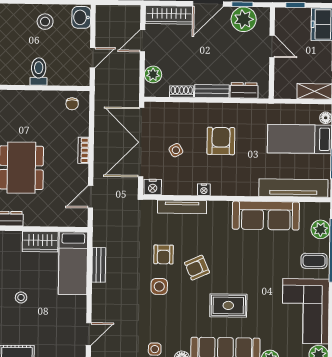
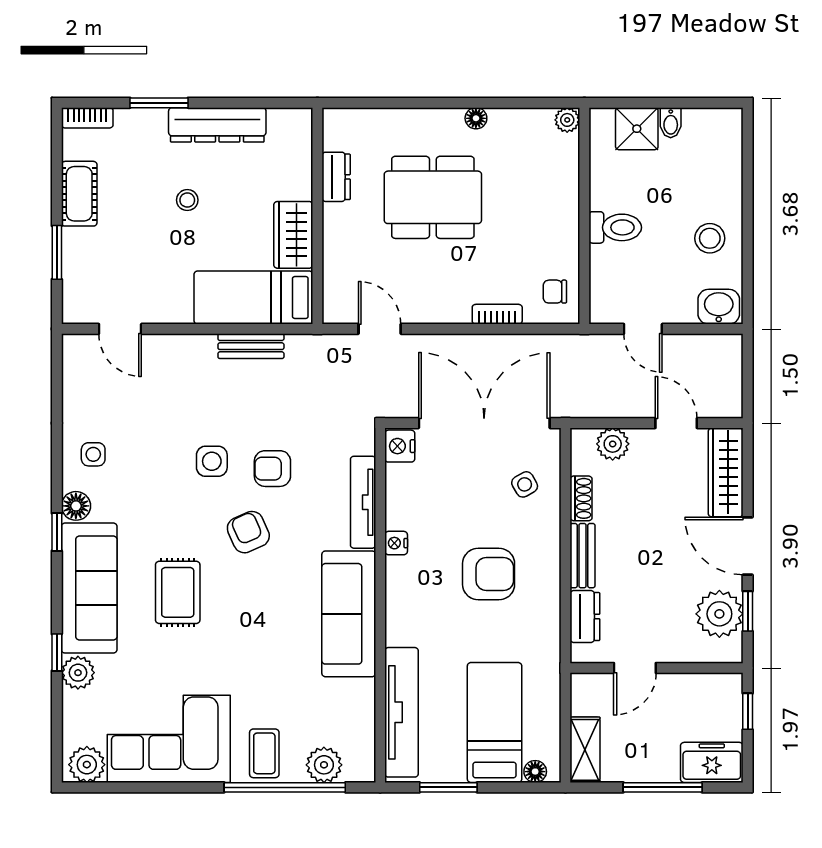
door: (272, 46) -> (635, 668), moved
bookcase: (83, 150) -> (497, 314), moved
side table: (176, 150) -> (525, 484), moved
sofa: (266, 216) -> (349, 614), moved

